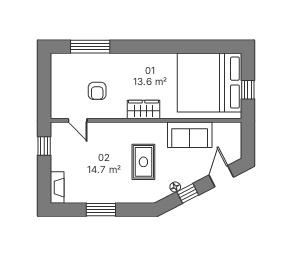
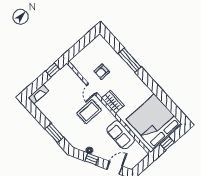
window: (90, 47) -> (130, 60), moved
door: (78, 120) -> (92, 89), moved
rug: (143, 162) -> (89, 112), moved
window: (101, 210) -> (54, 133), moved

